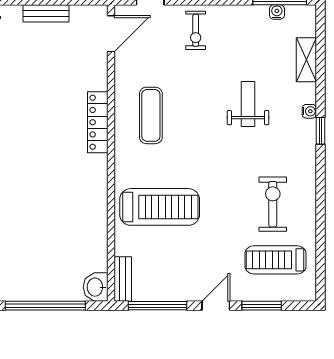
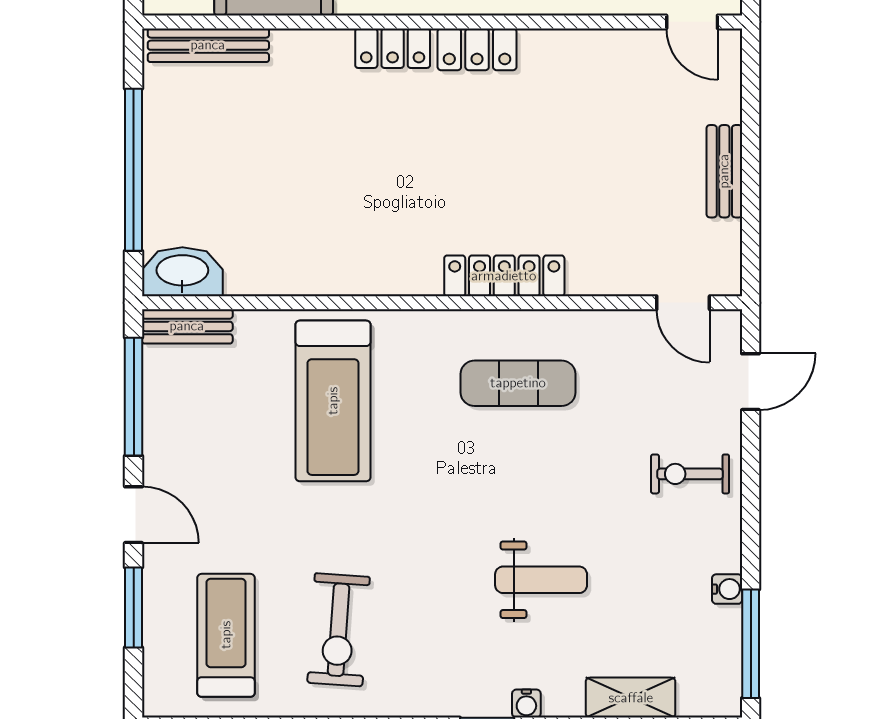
water cooler: (277, 12) -> (727, 589), moved
door: (111, 34) -> (683, 303), width x0.73
exercise bike: (273, 204) -> (339, 630), turned 94
washbasin: (96, 287) -> (182, 272), width x1.38

